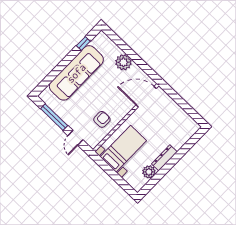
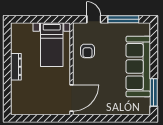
window: (83, 43) -> (154, 92), width x2.17
plant: (123, 62) -> (112, 107), removed
plant: (149, 172) -> (17, 46), removed

